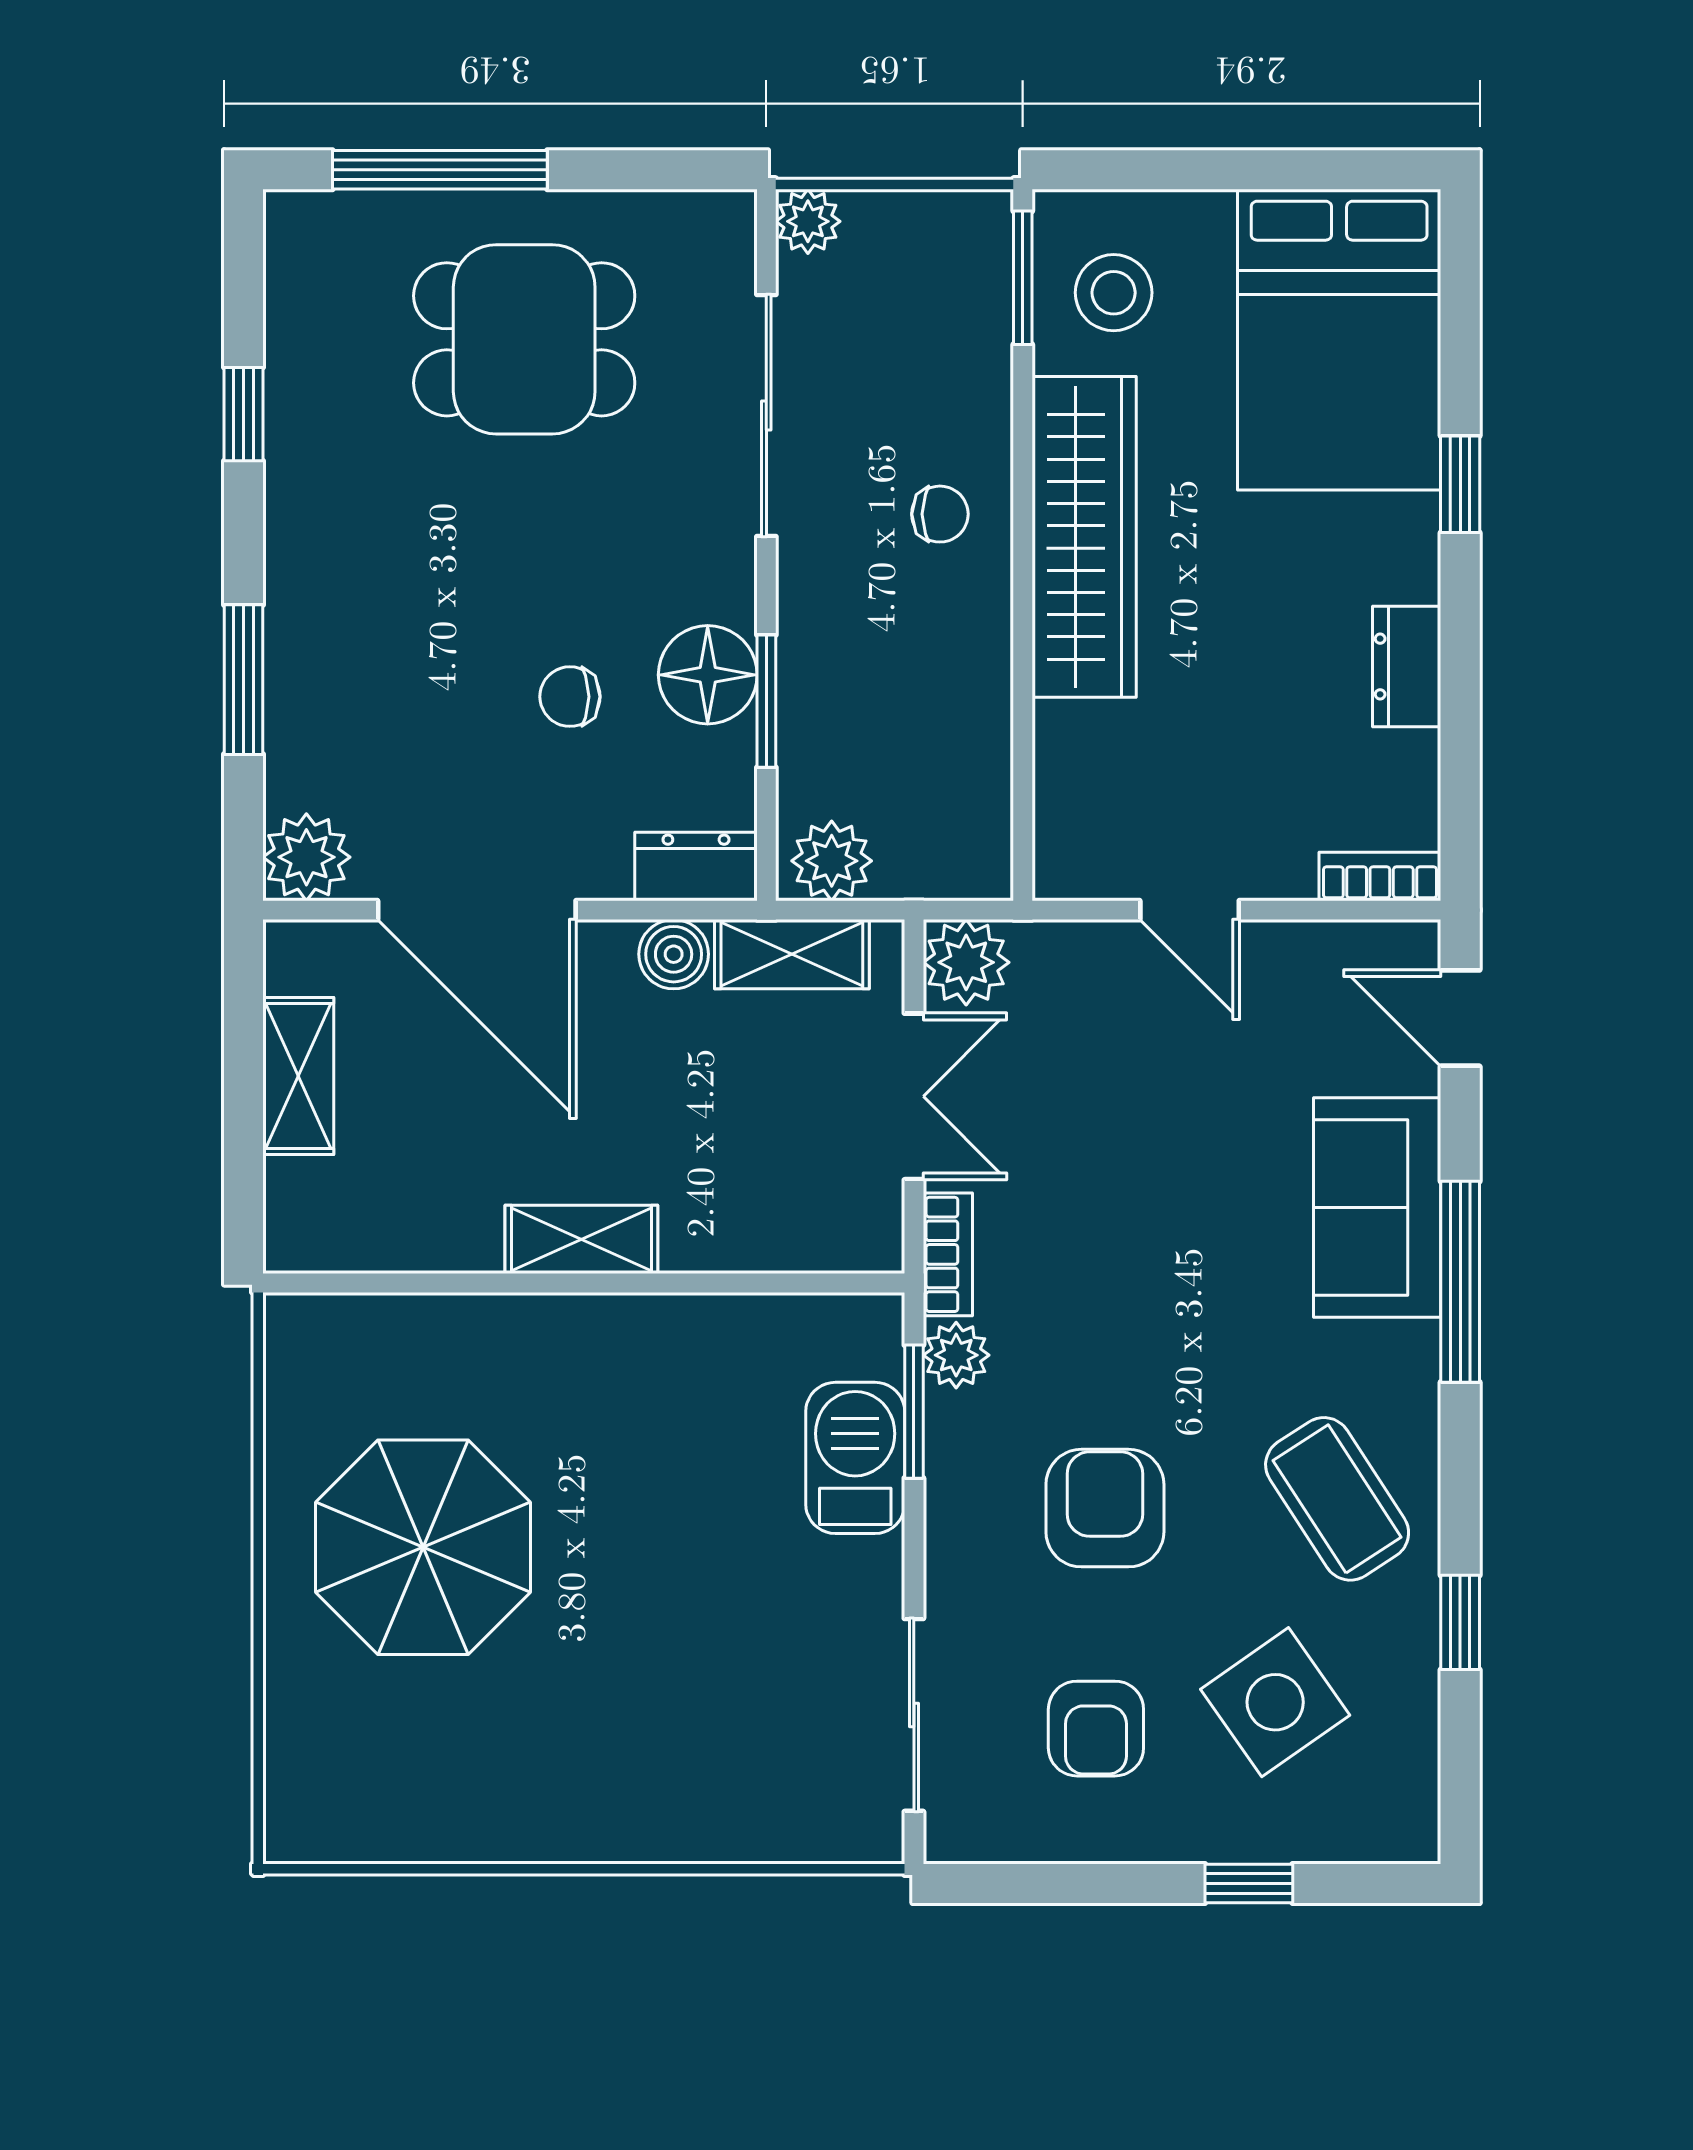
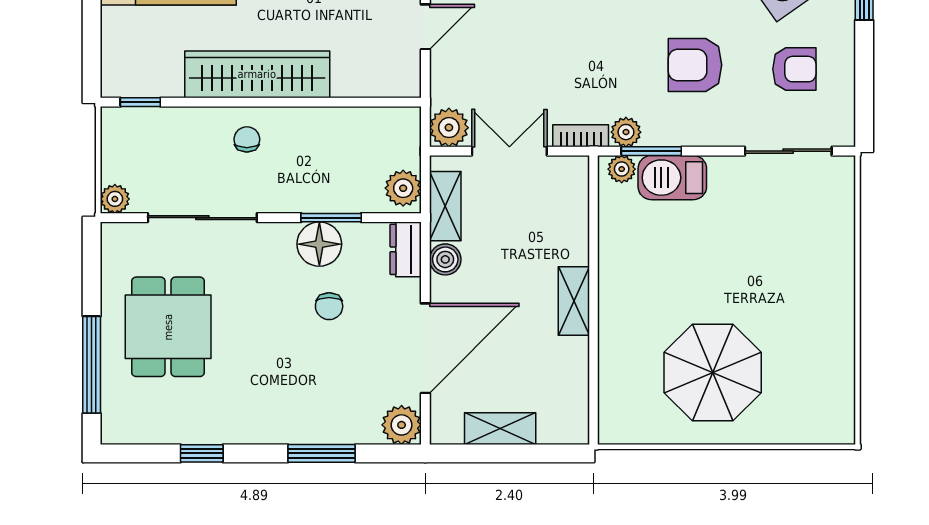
window: (1023, 278) -> (140, 102), width x0.67
stool: (1114, 293) -> (147, 61), removed
plant: (874, 1346) -> (622, 169), added

